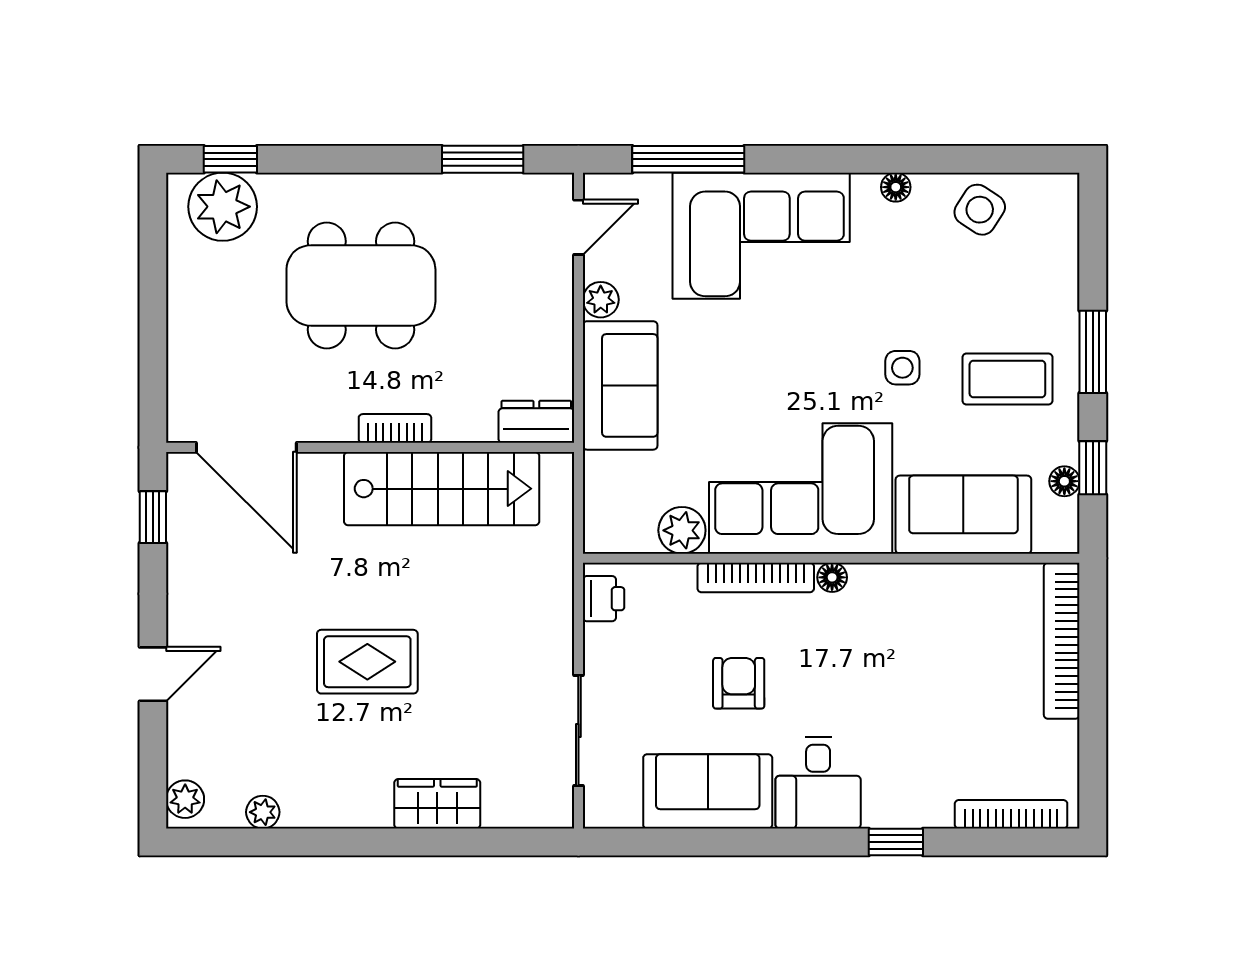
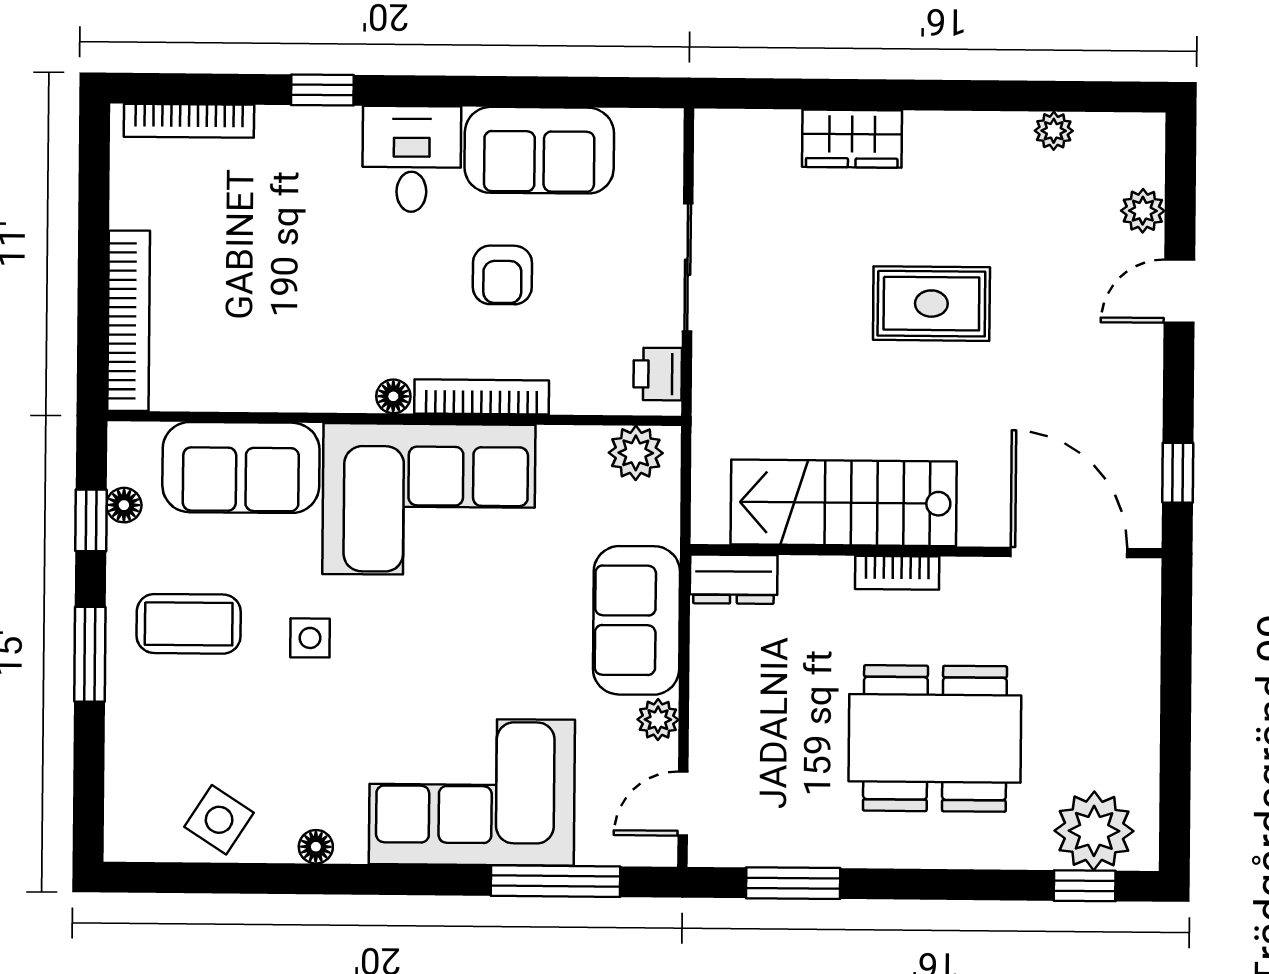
plant: (682, 530) -> (636, 453), moved
sliding door: (578, 731) -> (688, 267), moved
plant: (185, 799) -> (1143, 211), moved

